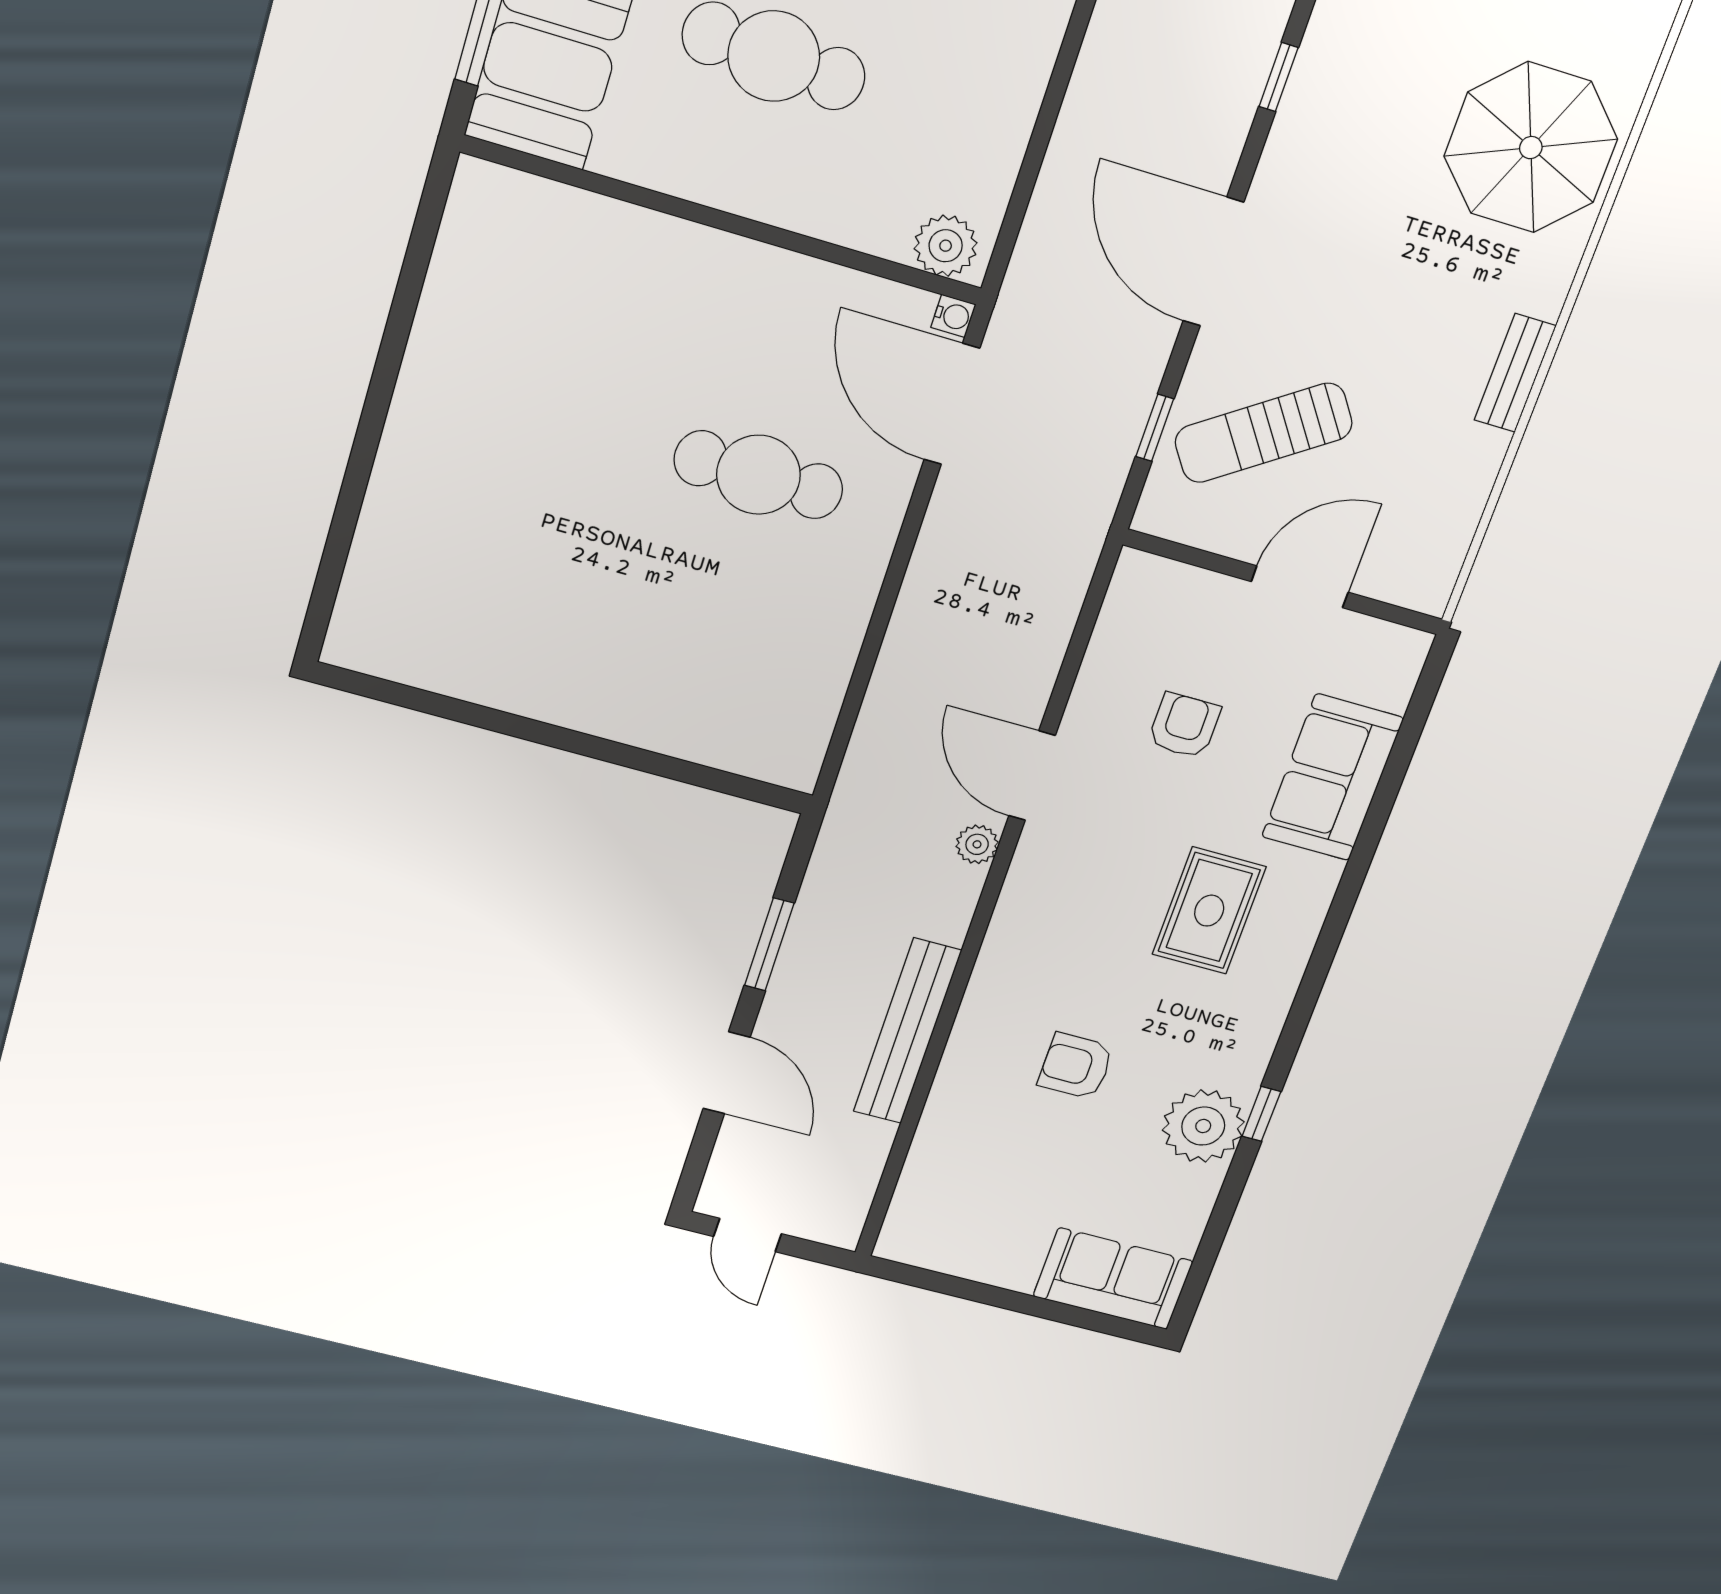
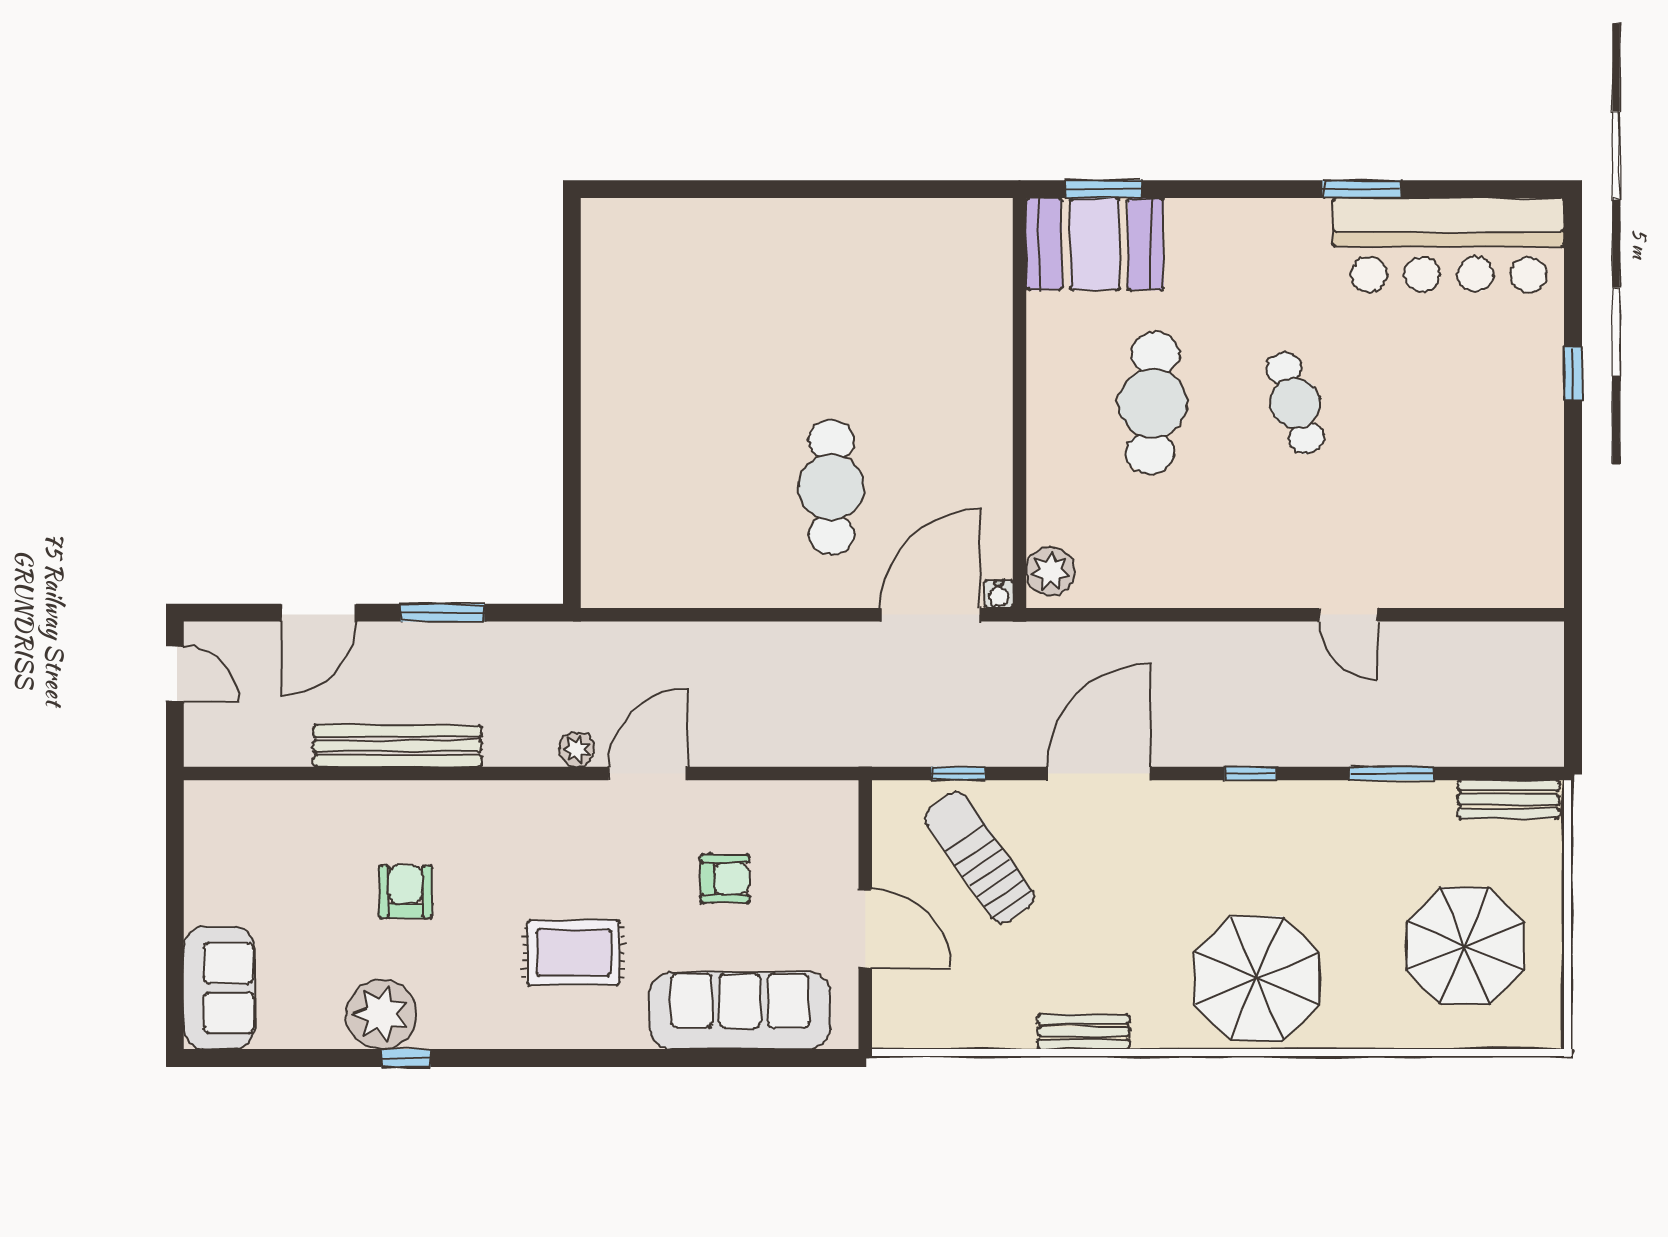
sofa: (1332, 777) -> (740, 1011), width x1.36
door: (748, 1235) -> (175, 674), swing flipped

